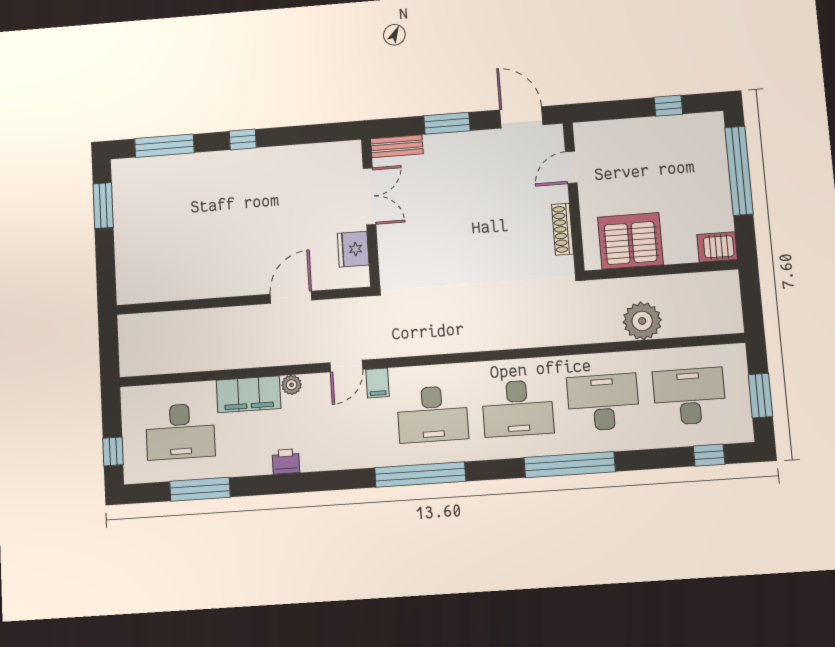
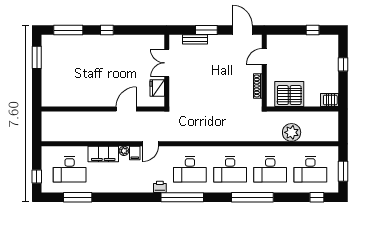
bench: (397, 146) -> (195, 39), moved
window: (739, 171) -> (343, 64), width x0.32
double door: (370, 196) -> (167, 63), swing flipped
filing cabinet: (378, 383) -> (135, 153), moved
desk: (689, 396) -> (310, 169), turned 180
desk: (603, 402) -> (270, 169), turned 180
printer: (286, 461) -> (160, 187), moved

